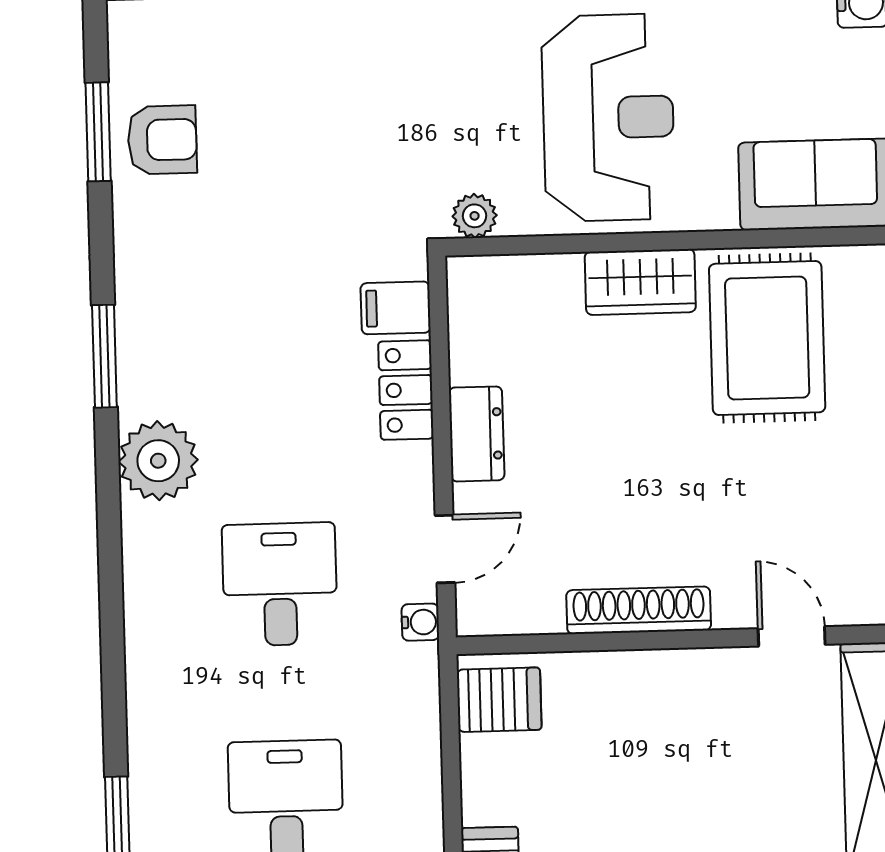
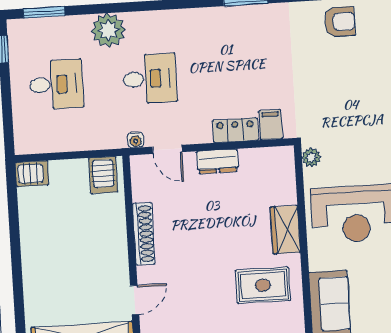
armchair: (162, 140) -> (340, 22), turned -90
rug: (767, 338) -> (263, 285), width x0.73, depth x0.70
plant: (158, 461) -> (108, 30), moved

